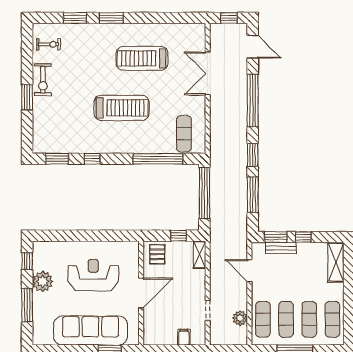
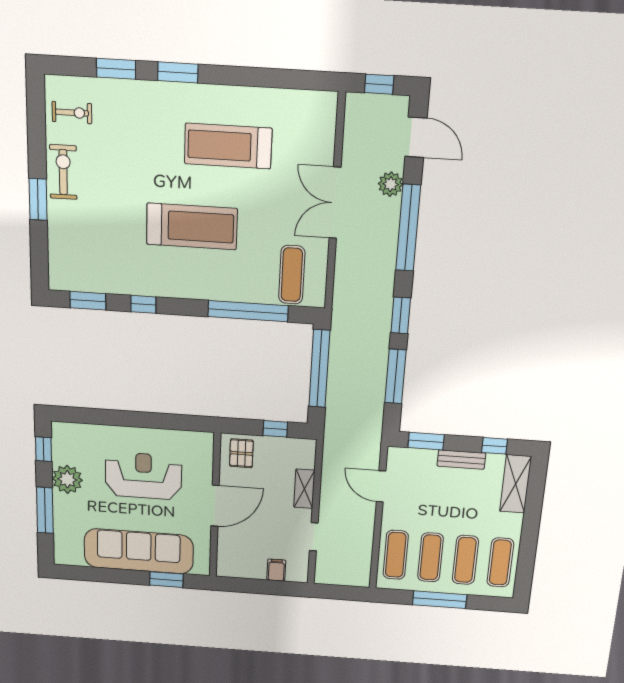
double door: (208, 73) -> (335, 203), moved
exercise bike: (43, 80) -> (63, 172), turned 180
window: (303, 237) -> (494, 446), moved
bench: (281, 248) -> (461, 460), moved
shelving: (200, 255) -> (304, 489), moved
plant: (240, 318) -> (391, 184), moved

